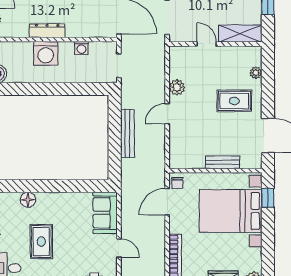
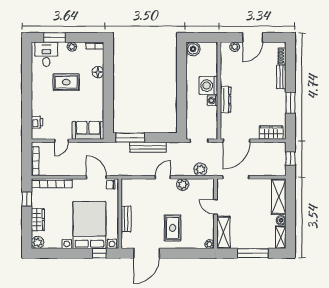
dresser: (47, 31) -> (225, 100), moved
door: (207, 44) -> (215, 207), swing flipped
washing machine: (81, 48) -> (212, 101), moved
plant: (157, 64) -> (200, 169), added
plant: (256, 73) -> (210, 244), moved
door: (167, 114) -> (163, 177), hinge flipped
window: (115, 157) -> (130, 138), added

